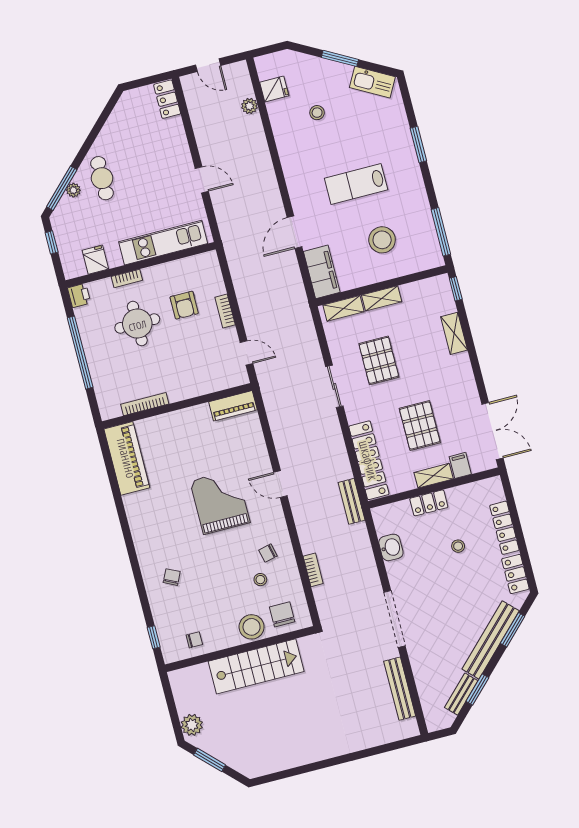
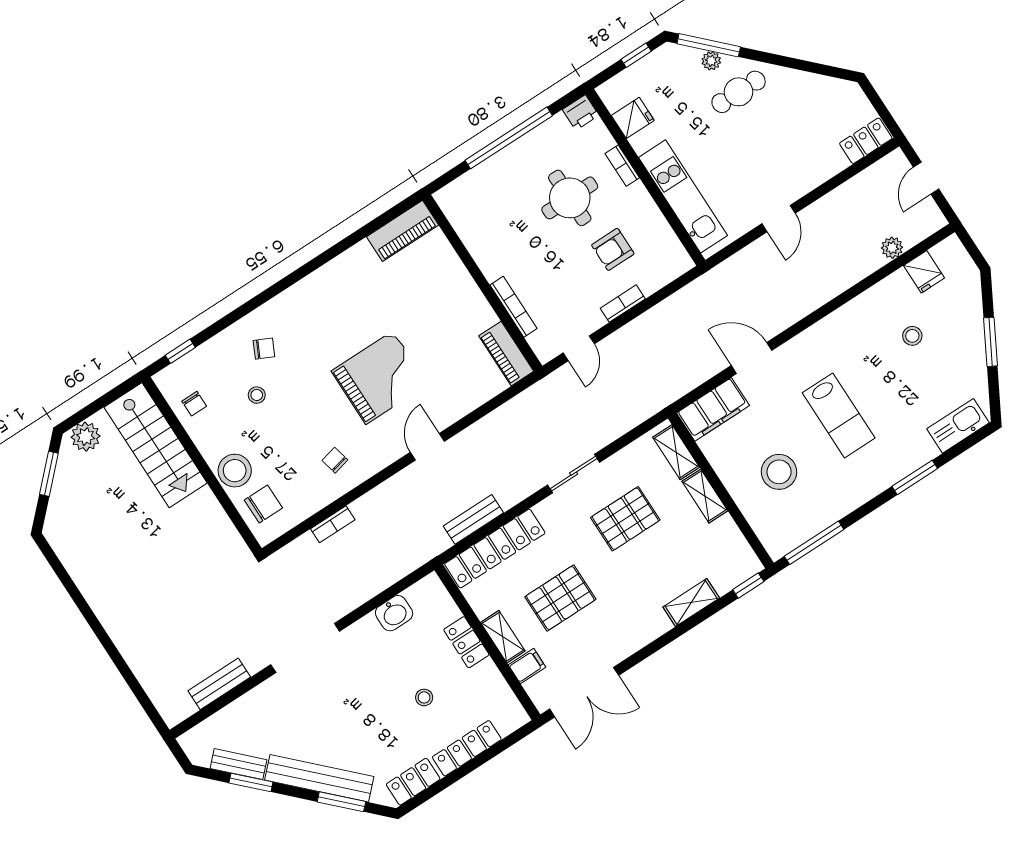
kitchen sink: (372, 82) -> (958, 426), moved, turned 61
lab bench: (356, 184) -> (839, 415), turned 180
bookcase: (145, 404) -> (514, 307), moved
piano: (127, 458) -> (403, 231), width x0.73, depth x0.75
bench: (352, 501) -> (473, 519), moved
stool: (260, 580) -> (257, 395), moved
stairs: (256, 666) -> (156, 445), moved
bench: (400, 689) -> (219, 684), width x0.73

